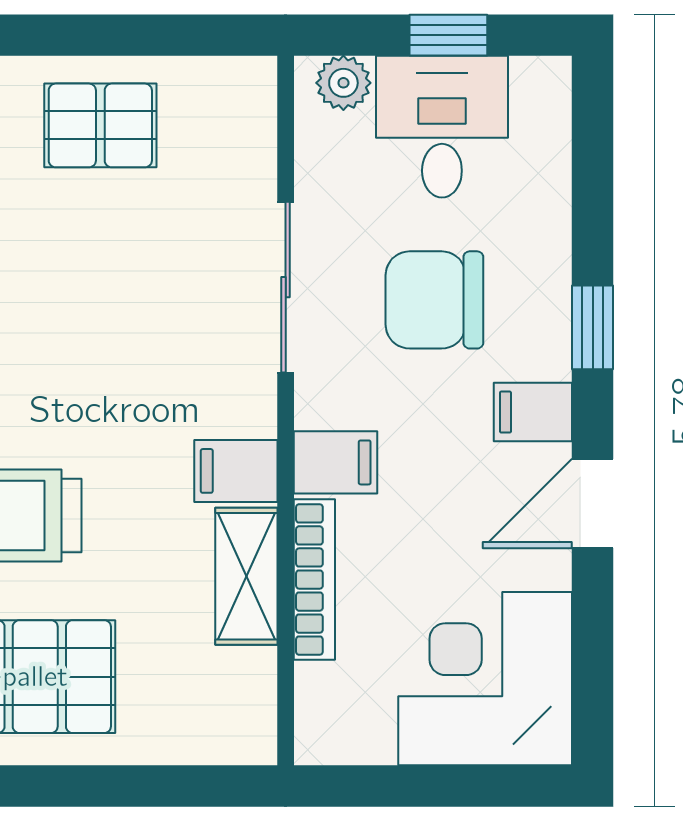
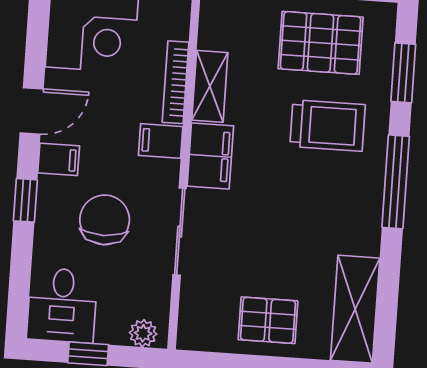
desk: (442, 127) -> (62, 305), moved
chair: (434, 300) -> (105, 220), turned -90
filing cabinet: (236, 471) -> (210, 156), width x2.00

